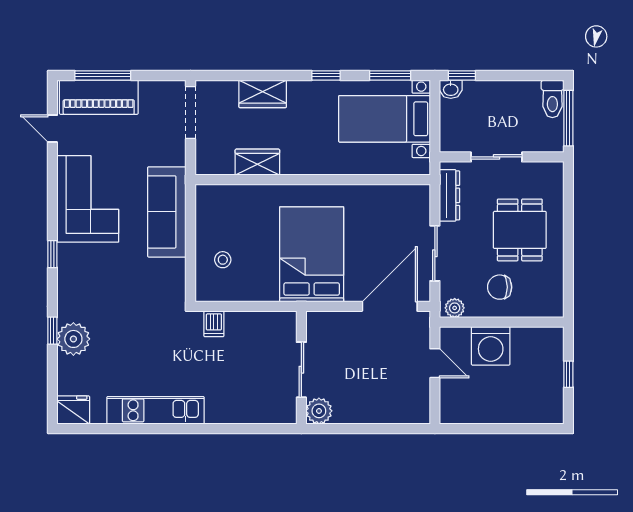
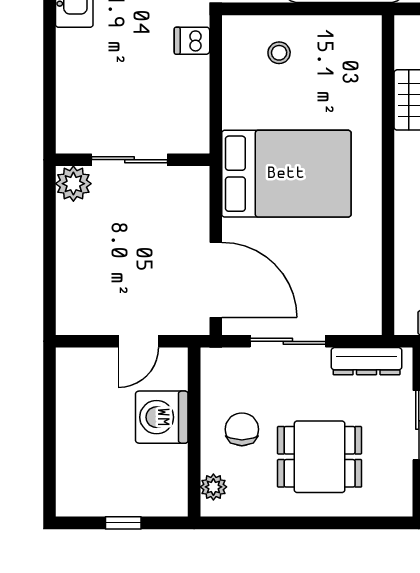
plant: (455, 308) -> (213, 487), moved

